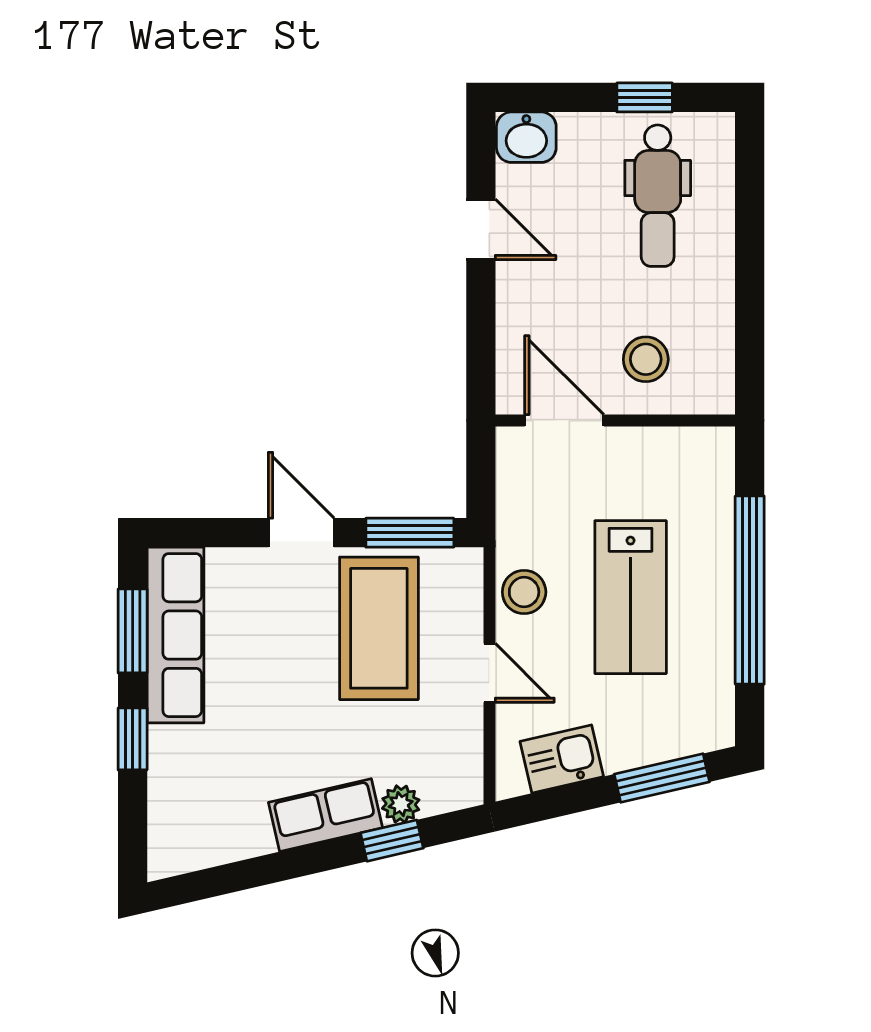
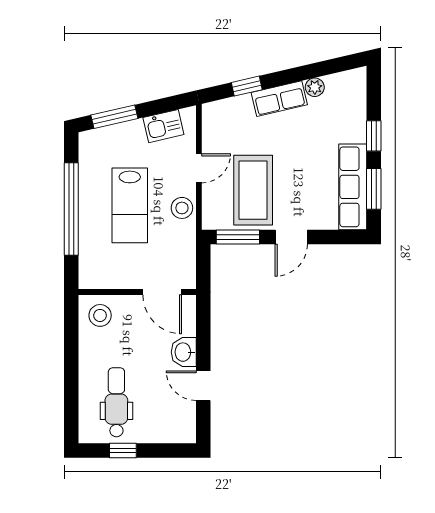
washbasin: (526, 137) -> (184, 352), moved, turned -90
stool: (646, 359) -> (100, 315), moved
door: (301, 533) -> (291, 237), hinge flipped
lab bench: (631, 597) -> (130, 205), turned 180
door: (489, 673) -> (199, 168), swing flipped
plant: (401, 804) -> (315, 87), moved

